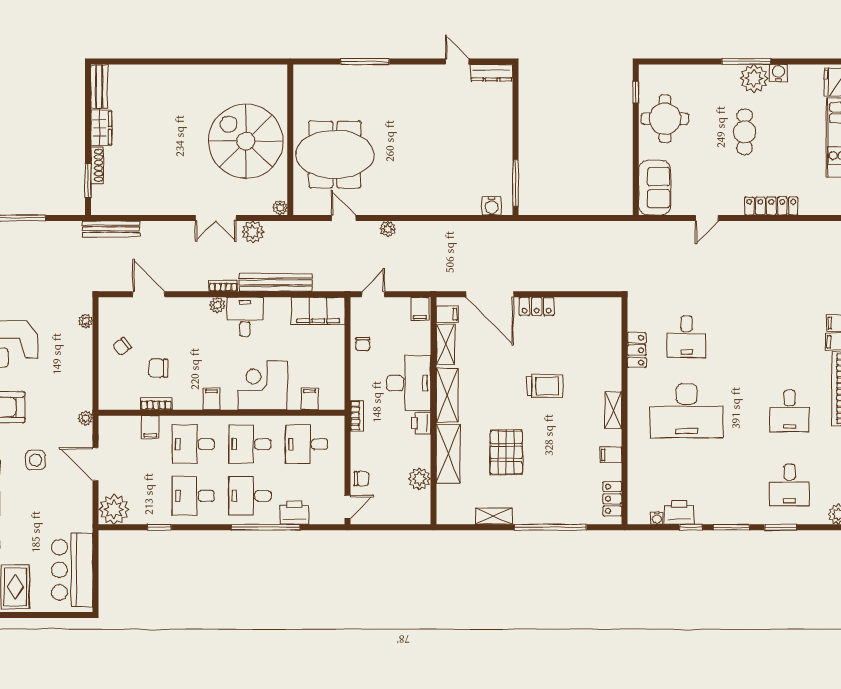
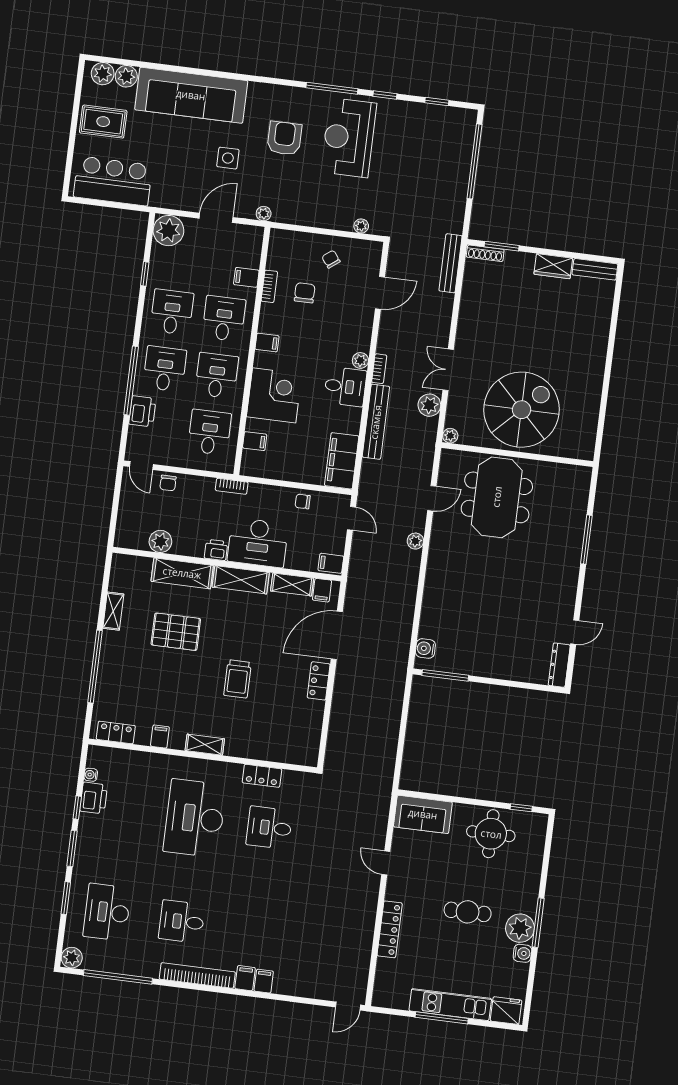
shoe rack: (97, 165) -> (485, 253), moved
desk: (789, 485) -> (107, 912), width x1.37

